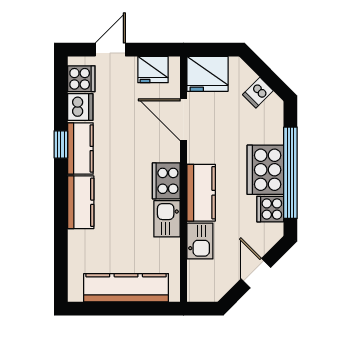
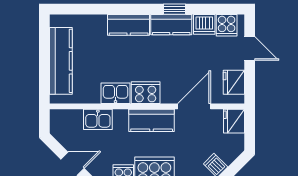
fridge: (207, 74) -> (234, 121), width x0.73, depth x0.75
kitchen counter: (201, 193) -> (152, 120), moved

